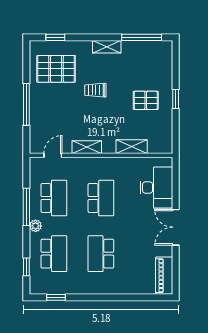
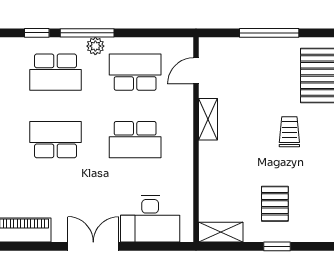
shelving: (132, 147) -> (221, 232), moved, turned 90
door: (53, 155) -> (196, 71), swing flipped
school desk: (54, 198) -> (135, 72), turned 180
window: (26, 207) -> (87, 33), moved

